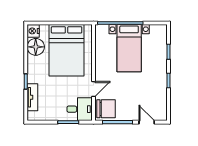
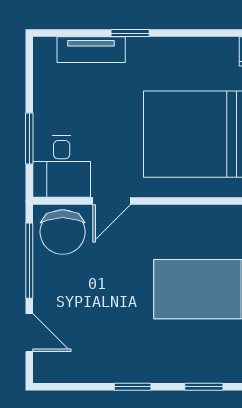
floor lamp: (36, 47) -> (216, 58), removed
door: (94, 89) -> (112, 201), hinge flipped
door: (147, 122) -> (29, 333), hinge flipped

